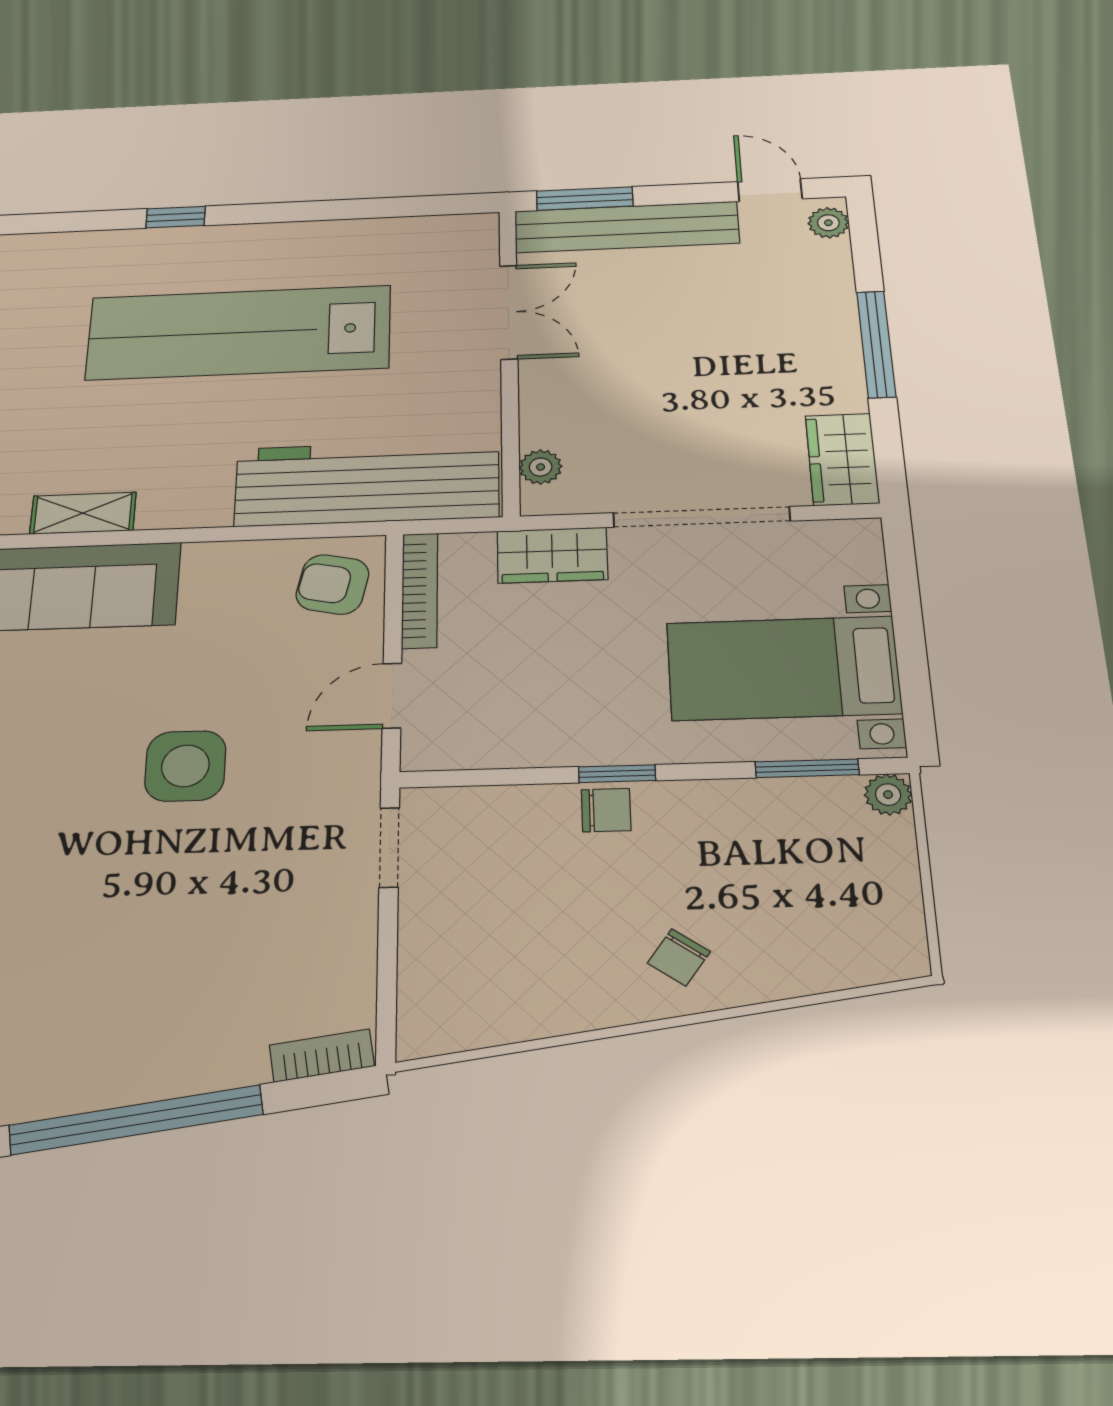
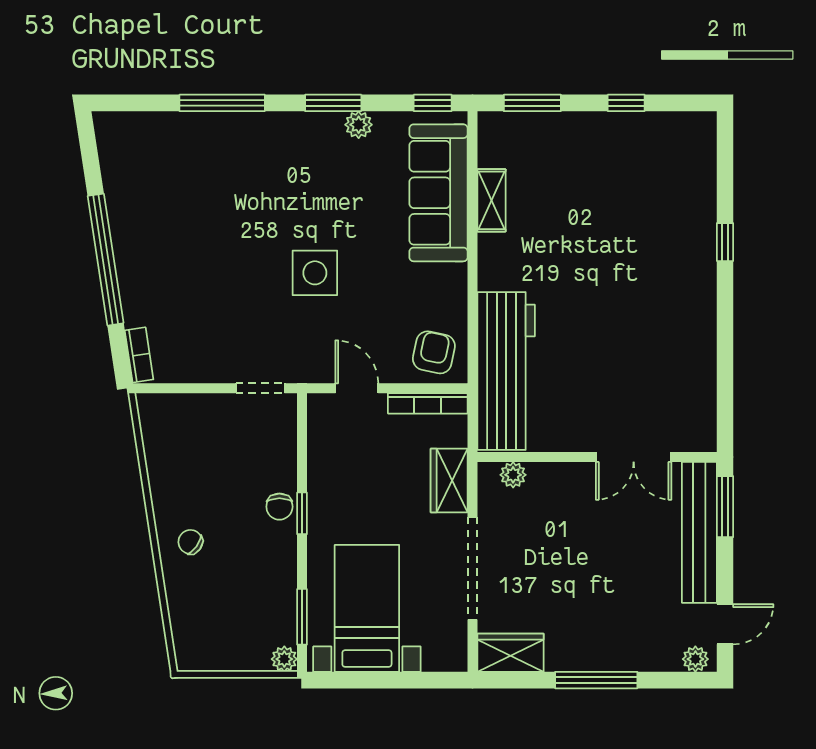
lab bench: (239, 333) -> (626, 288), removed

